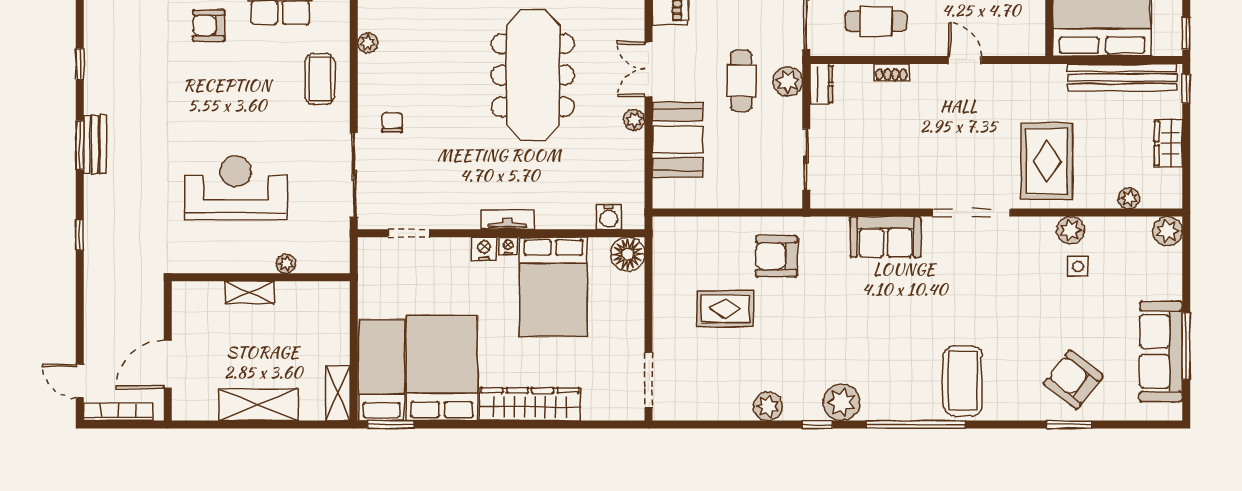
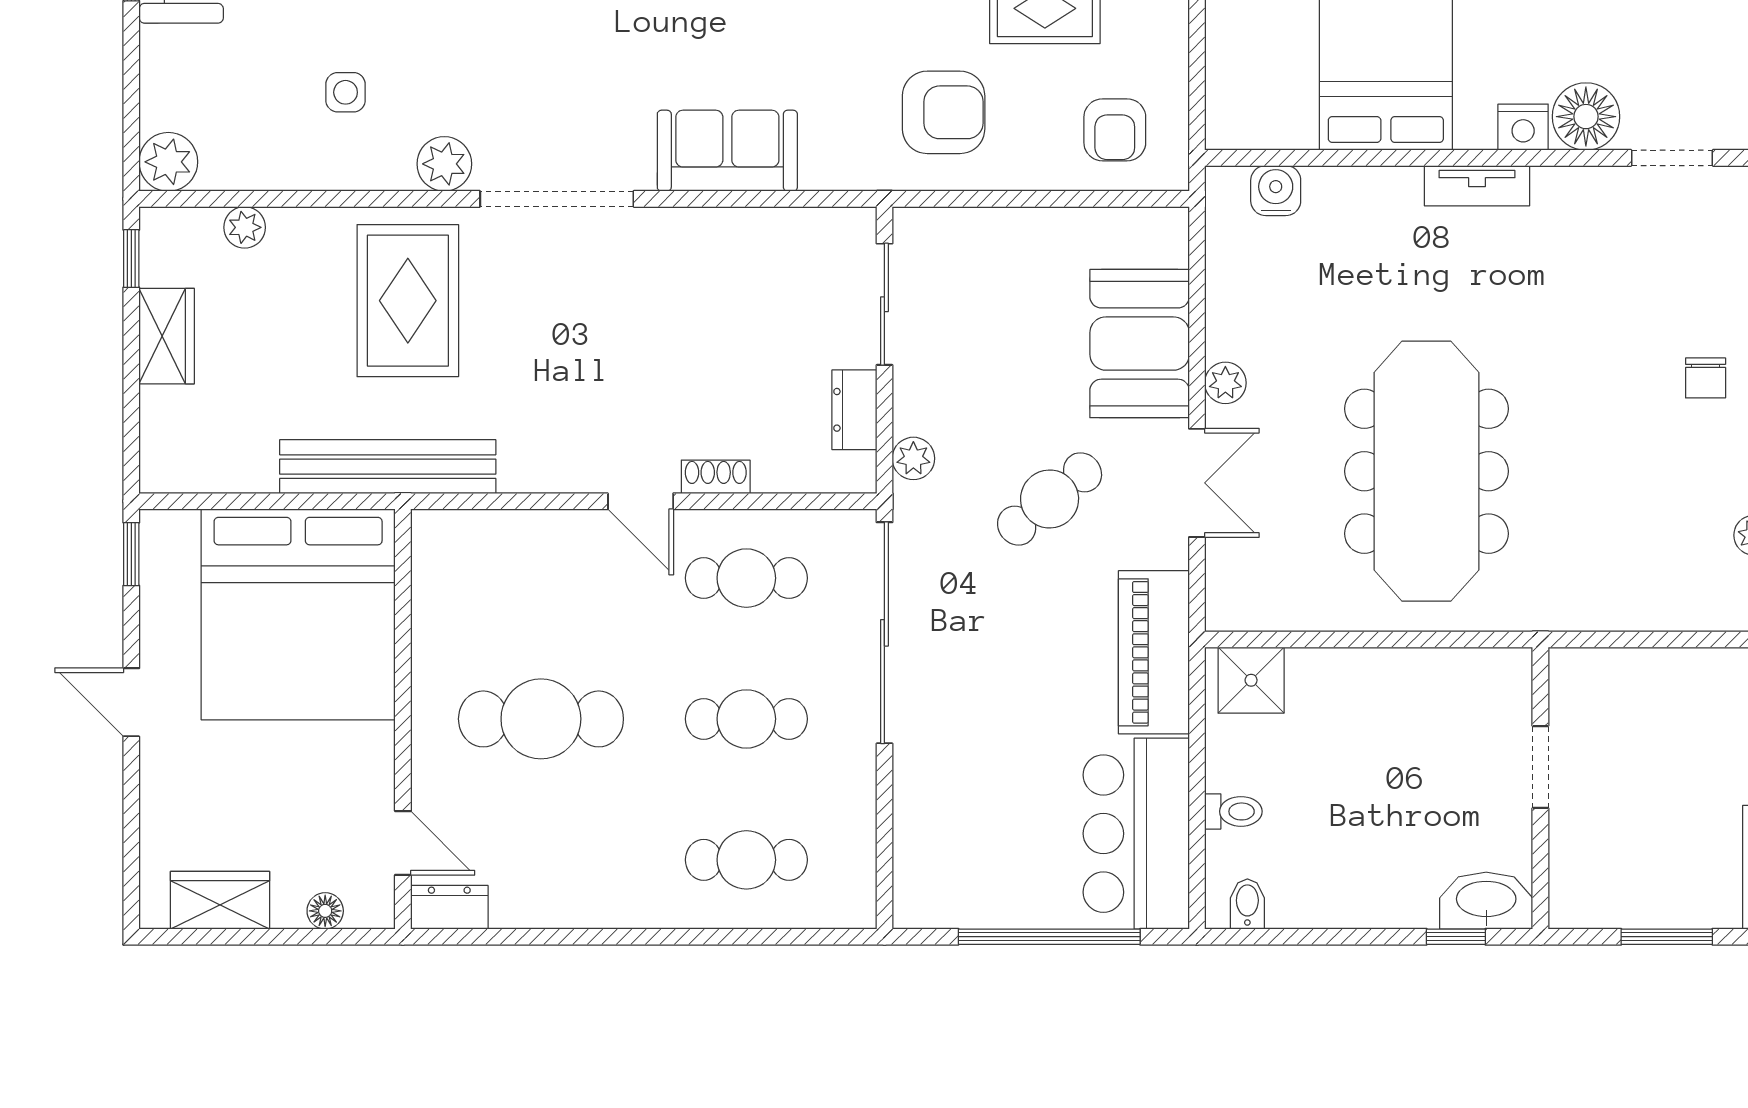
door: (965, 60) -> (641, 501), moved
bench: (1122, 78) -> (388, 467), moved
cafe table: (741, 81) -> (1050, 499), moved, turned 51
plant: (788, 82) -> (913, 458), width x0.73, depth x0.73
dresser: (821, 84) -> (854, 410), moved
window: (1186, 89) -> (131, 259), moved
plant: (1071, 230) -> (444, 164), moved
nightstand: (508, 246) -> (1475, 133), removed
armchair: (690, 247) -> (1115, 130), added
floor lamp: (628, 254) -> (1586, 117), moved

